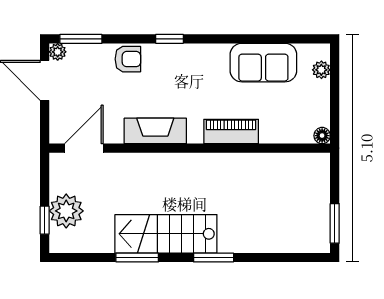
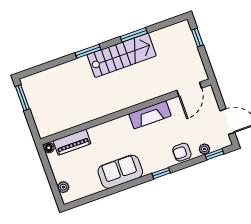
window: (81, 39) -> (214, 154), width x0.67
plant: (58, 52) -> (204, 149), moved
sofa: (263, 63) -> (120, 172), moved
piano: (231, 131) -> (72, 142), moved
plant: (66, 211) -> (186, 48), removed

